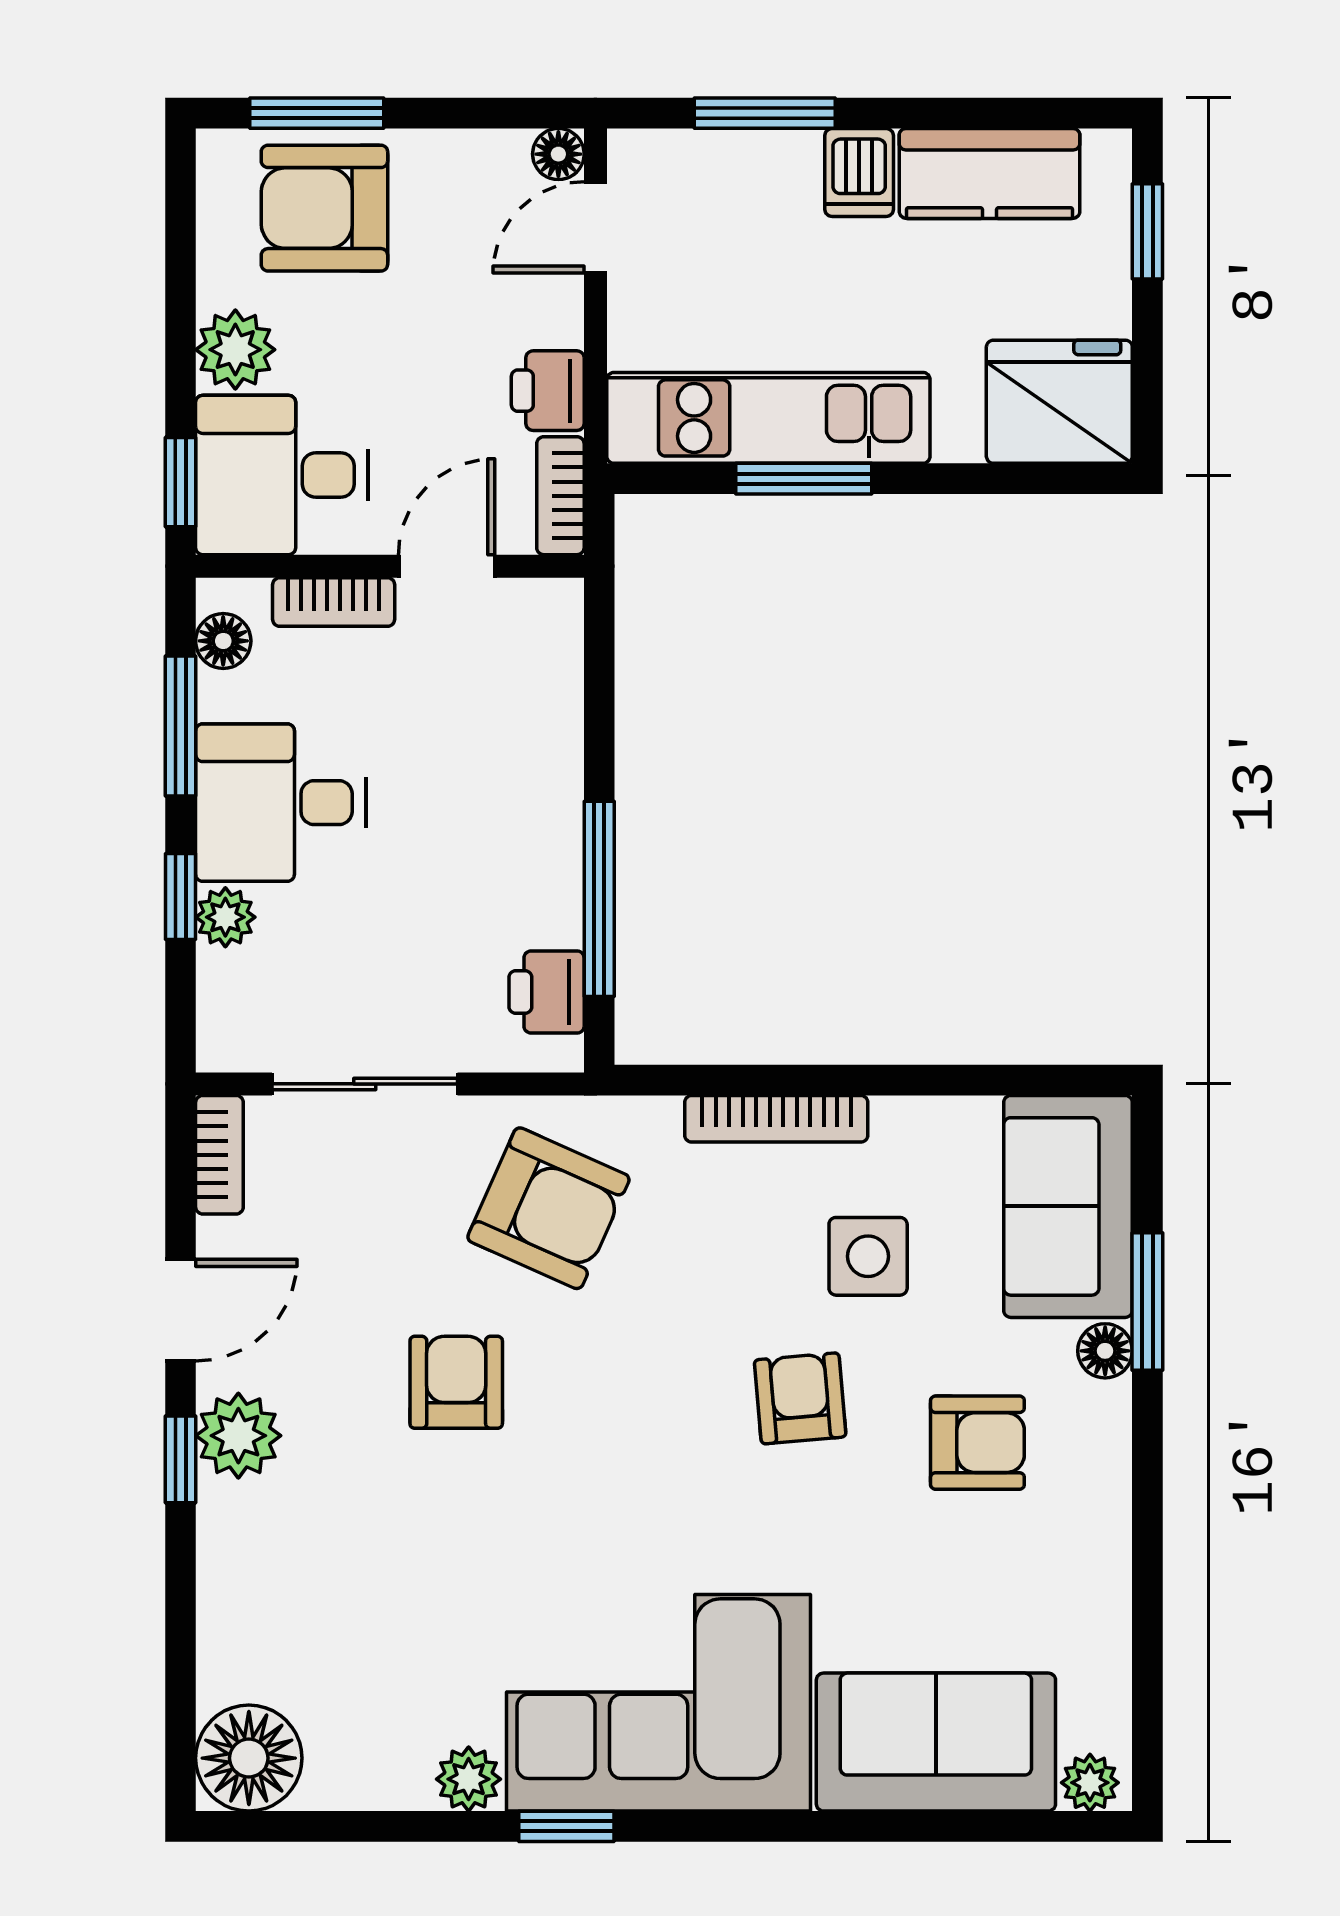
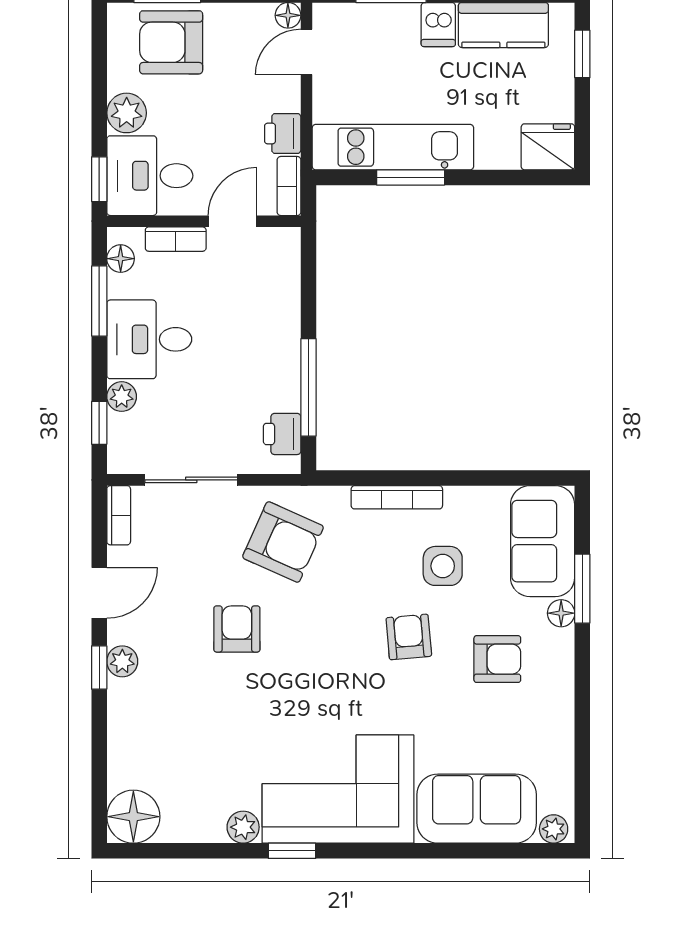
fridge: (1059, 402) -> (548, 147), width x0.73, depth x0.75
window: (180, 896) -> (99, 423), moved
plant: (238, 1436) -> (122, 661), width x0.73, depth x0.73

